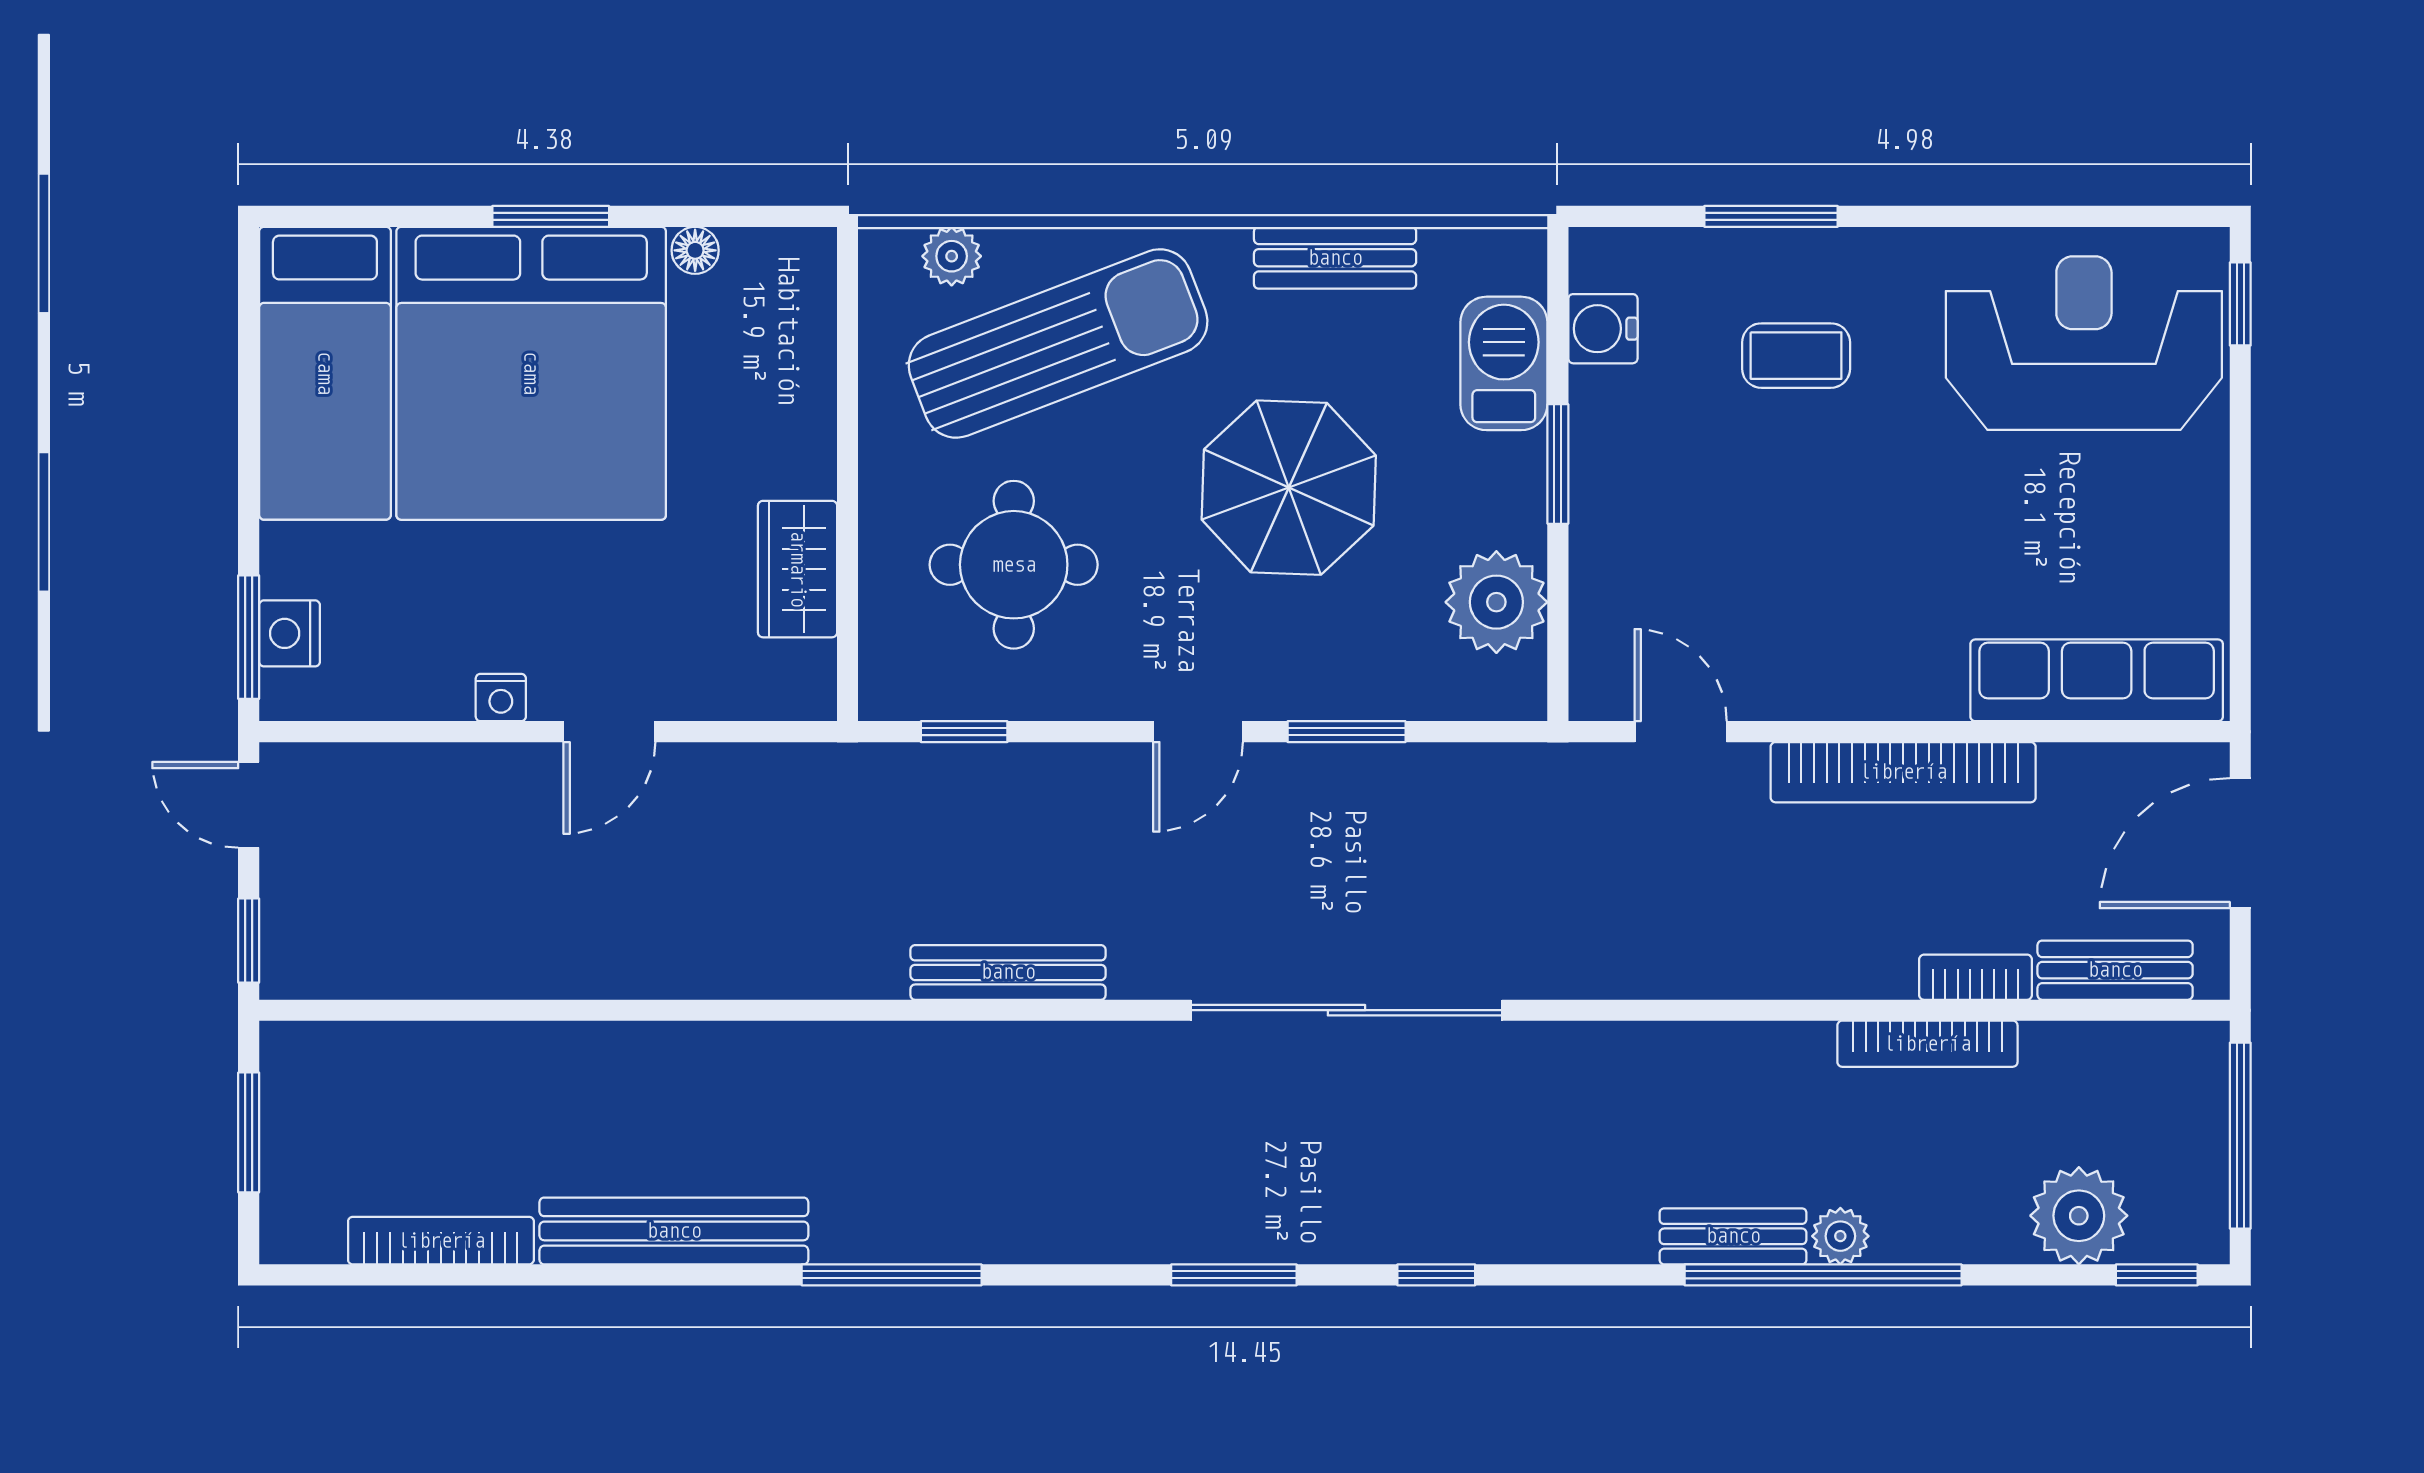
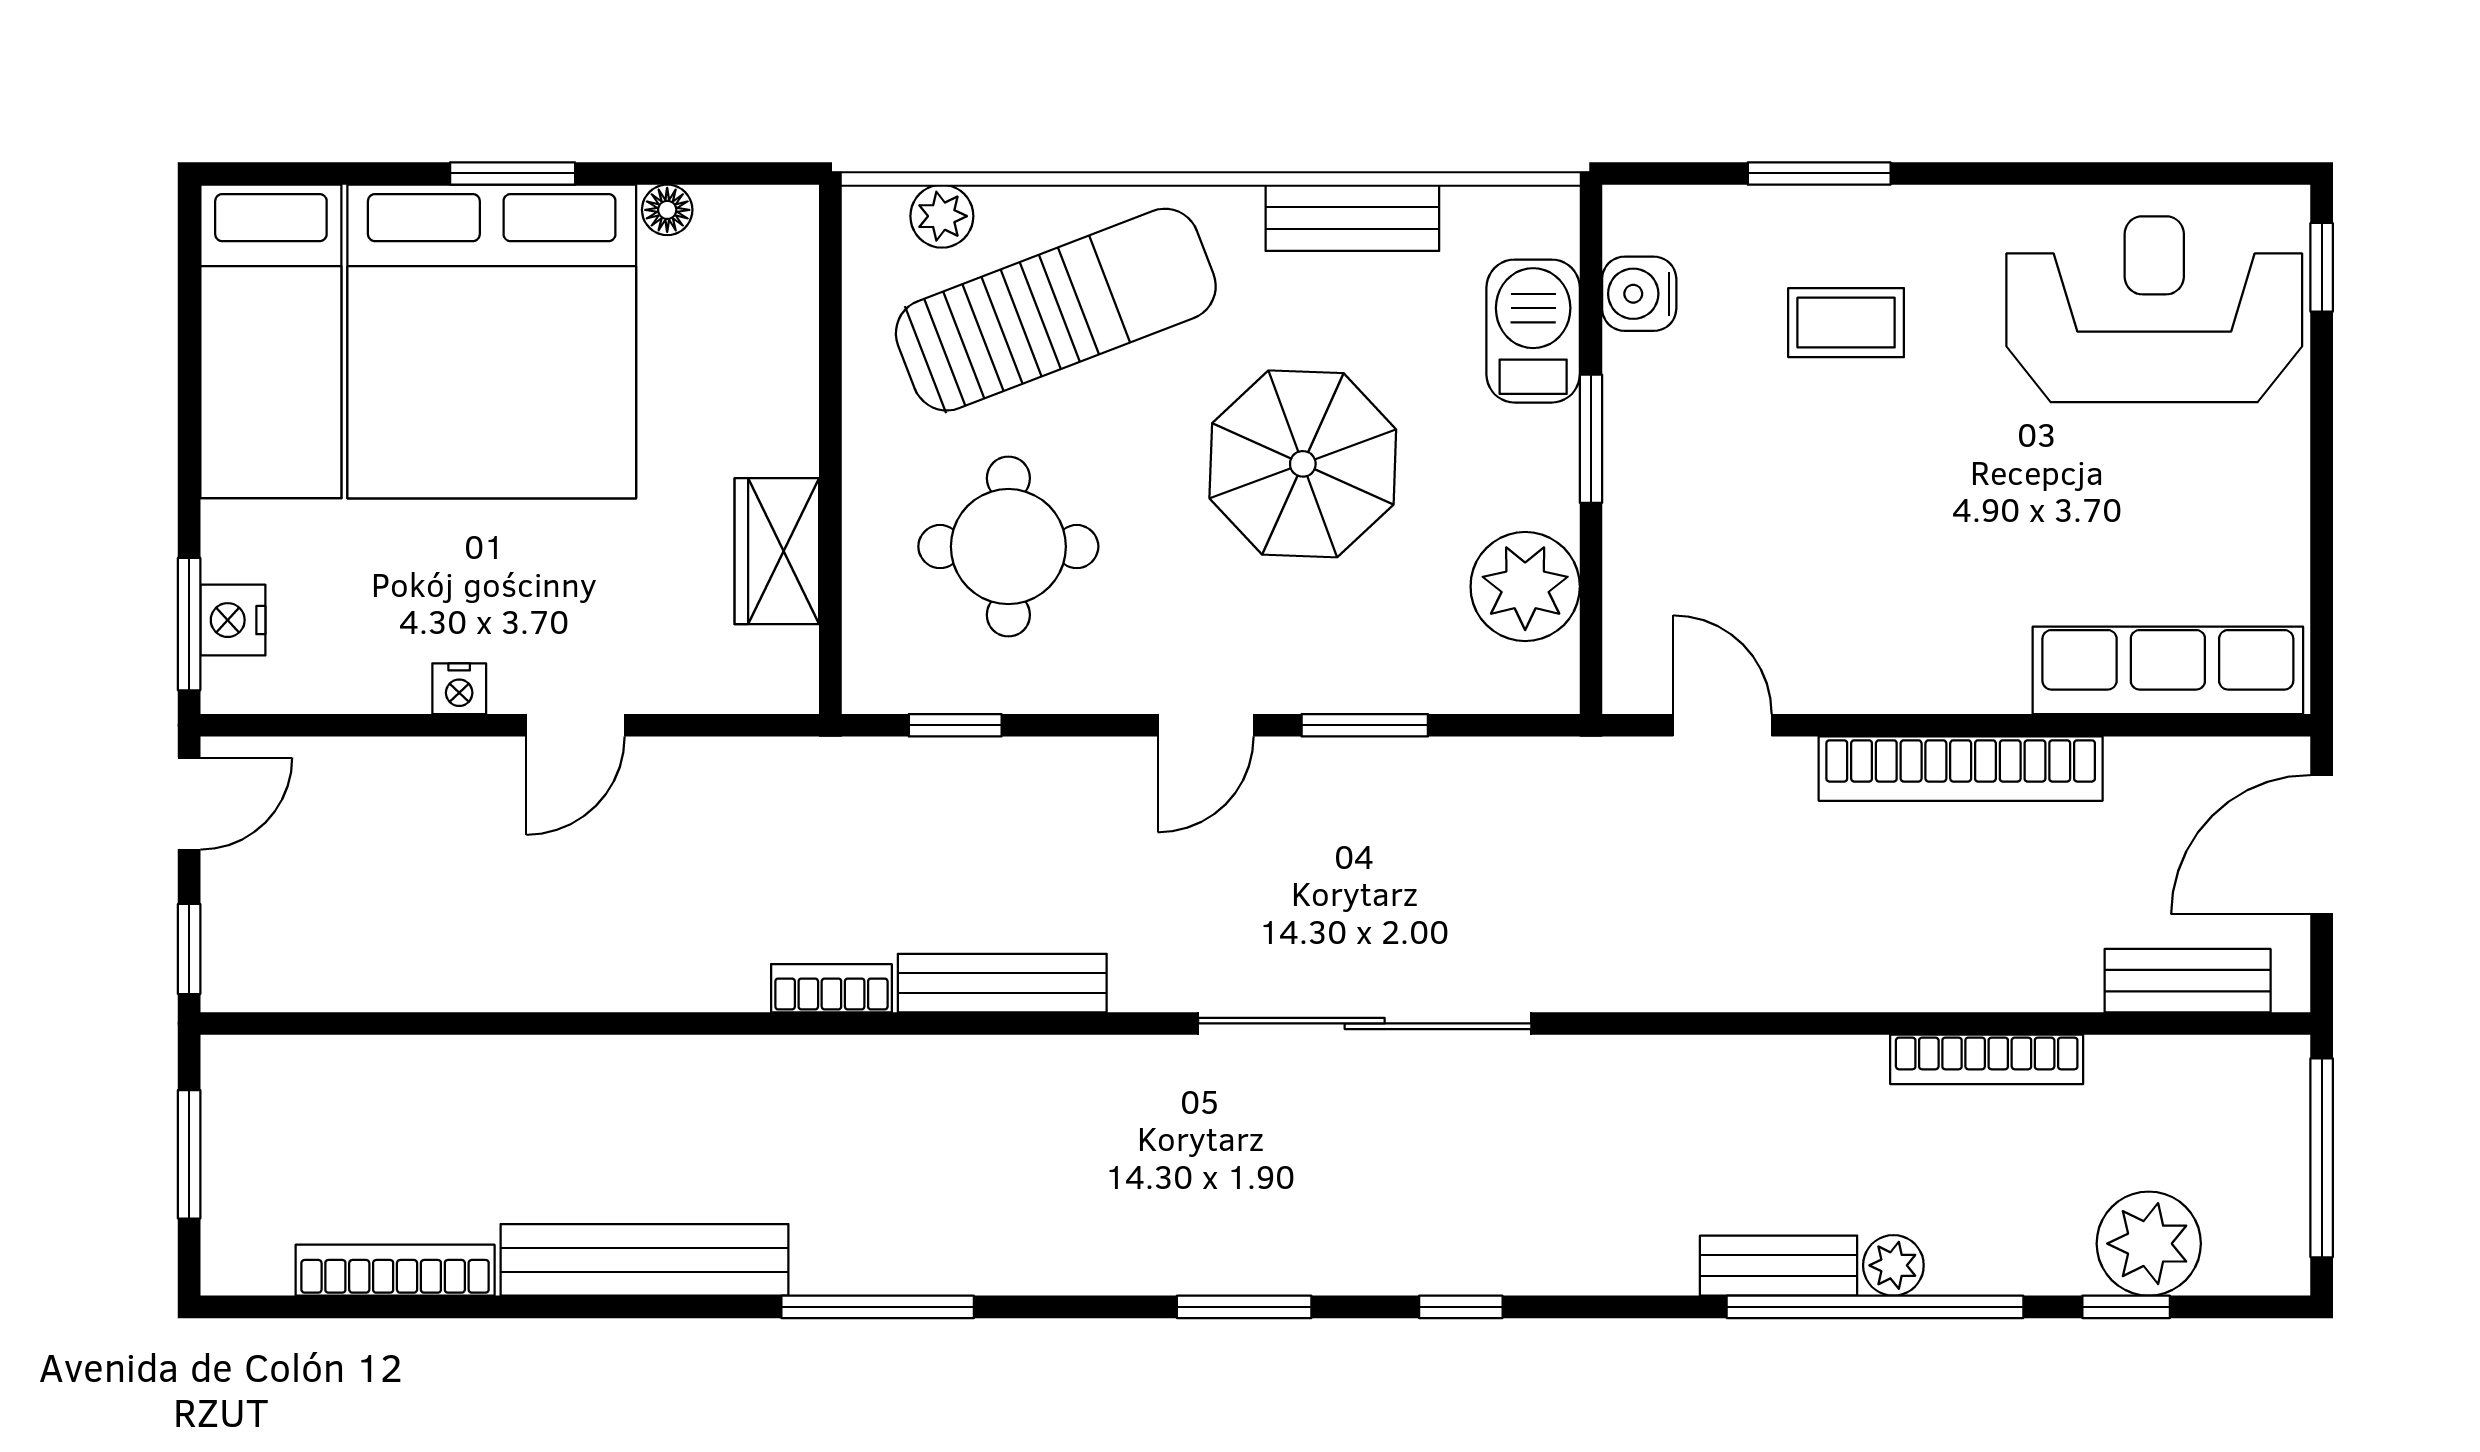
door: (249, 805) -> (189, 804), swing flipped
bookcase: (1976, 977) -> (831, 988), moved
window: (2157, 1275) -> (2126, 1307), moved

